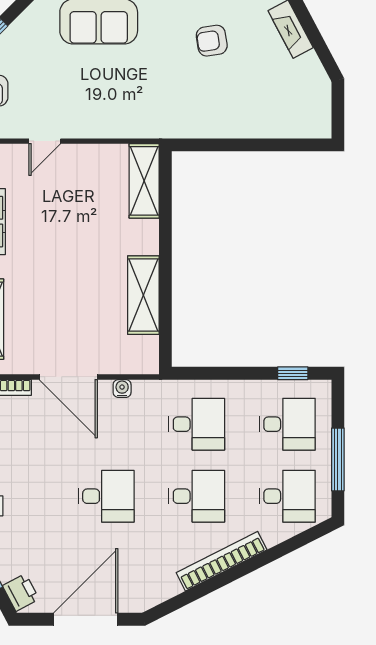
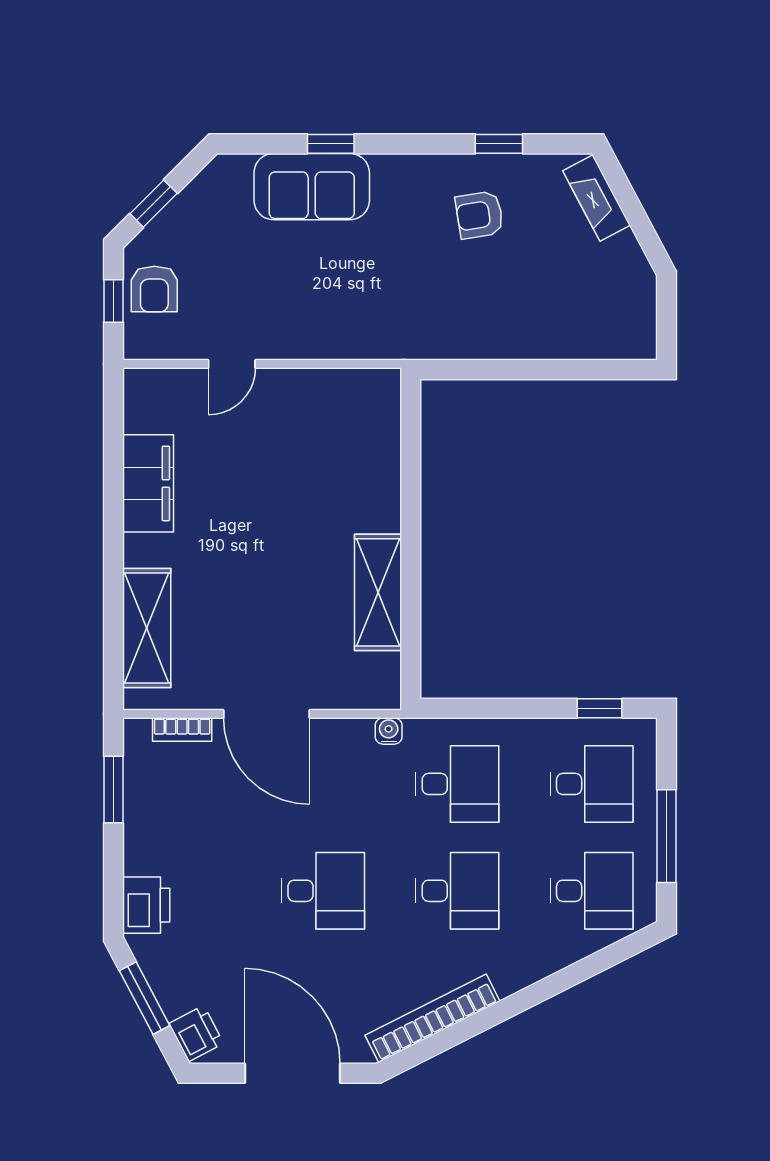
shelving: (144, 181) -> (379, 423), removed
water cooler: (122, 389) -> (389, 731), moved
bookcase: (222, 561) -> (432, 1018), moved
door: (86, 619) -> (292, 1073), hinge flipped

